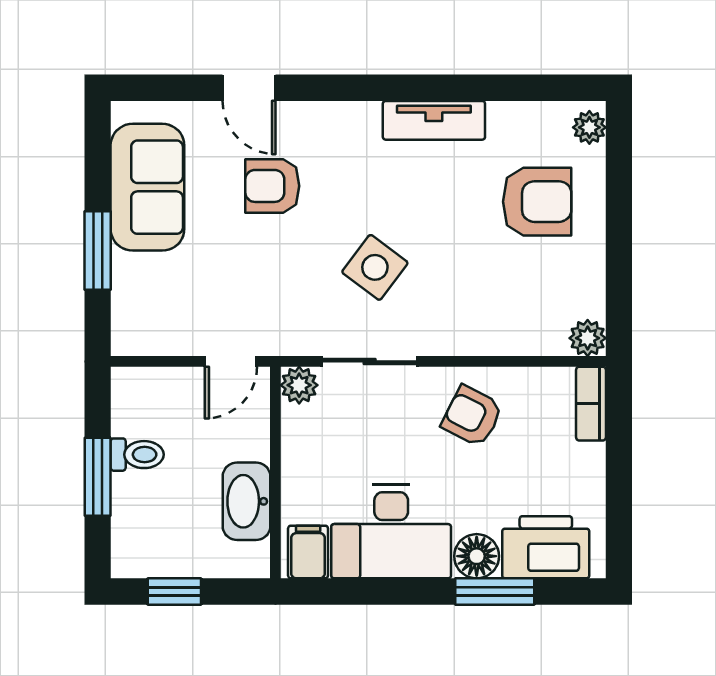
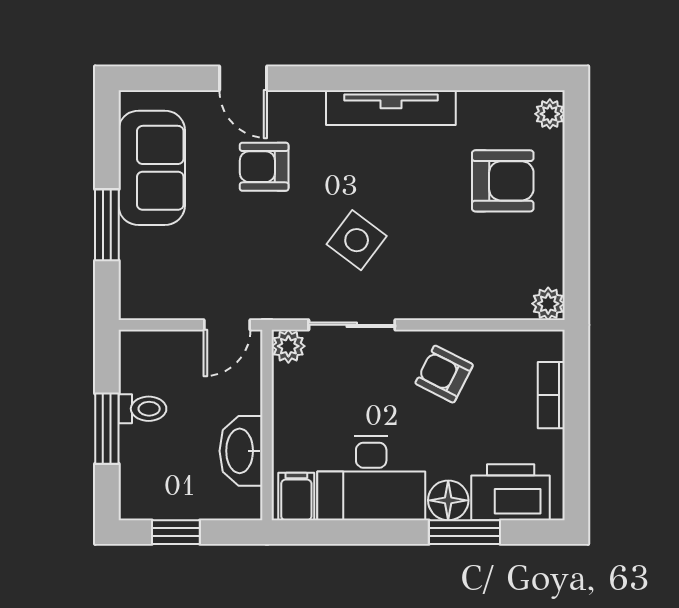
tv unit: (434, 120) -> (391, 108), width x1.41
bookcase: (591, 404) -> (551, 395), moved

